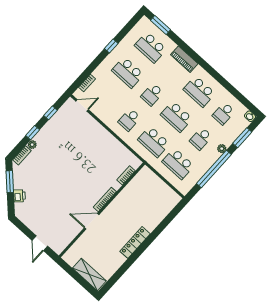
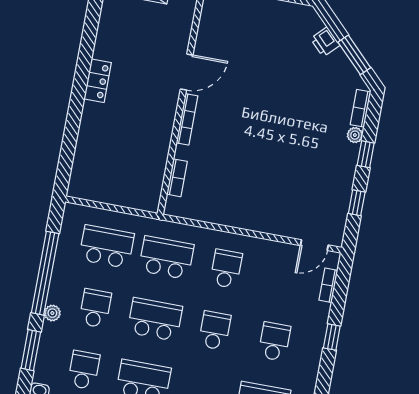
window: (111, 46) -> (332, 337), moved
school desk: (128, 72) -> (274, 342), width x0.54
locker: (135, 243) -> (98, 81), width x0.66

